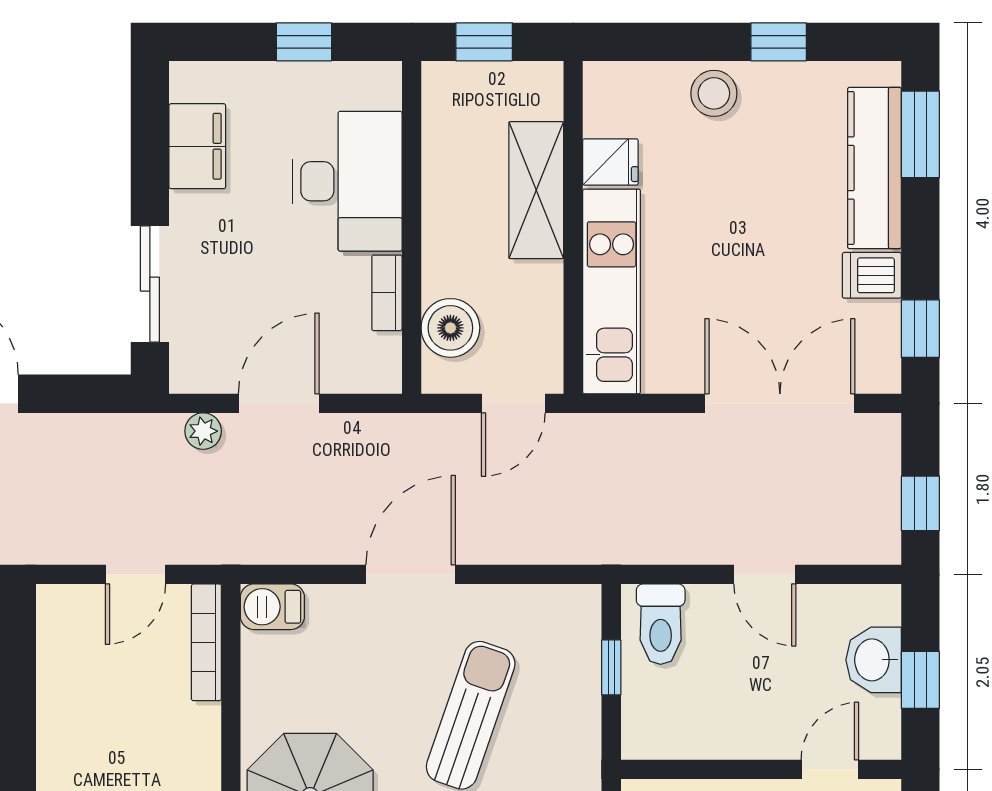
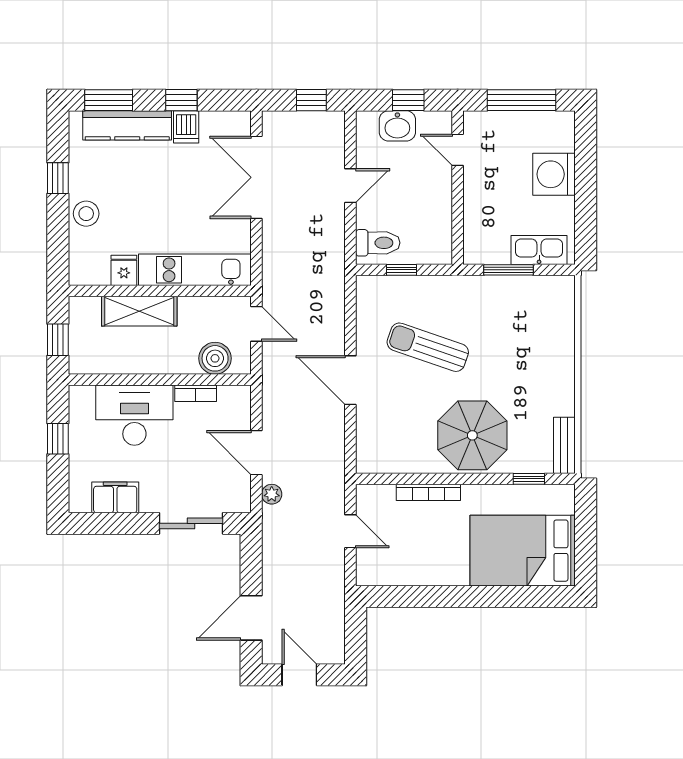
window: (920, 329) -> (181, 100), moved
barbecue: (272, 607) -> (368, 456), removed
bookcase: (206, 642) -> (428, 492), moved

